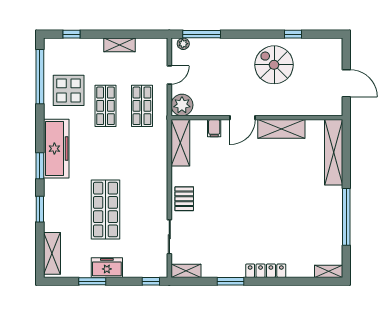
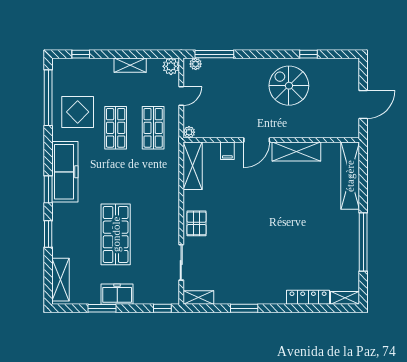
plant: (159, 46) -> (171, 66), added
door: (346, 83) -> (363, 105), hinge flipped
plant: (182, 105) -> (189, 132), width x0.53, depth x0.53
locker: (266, 271) -> (308, 297), moved

